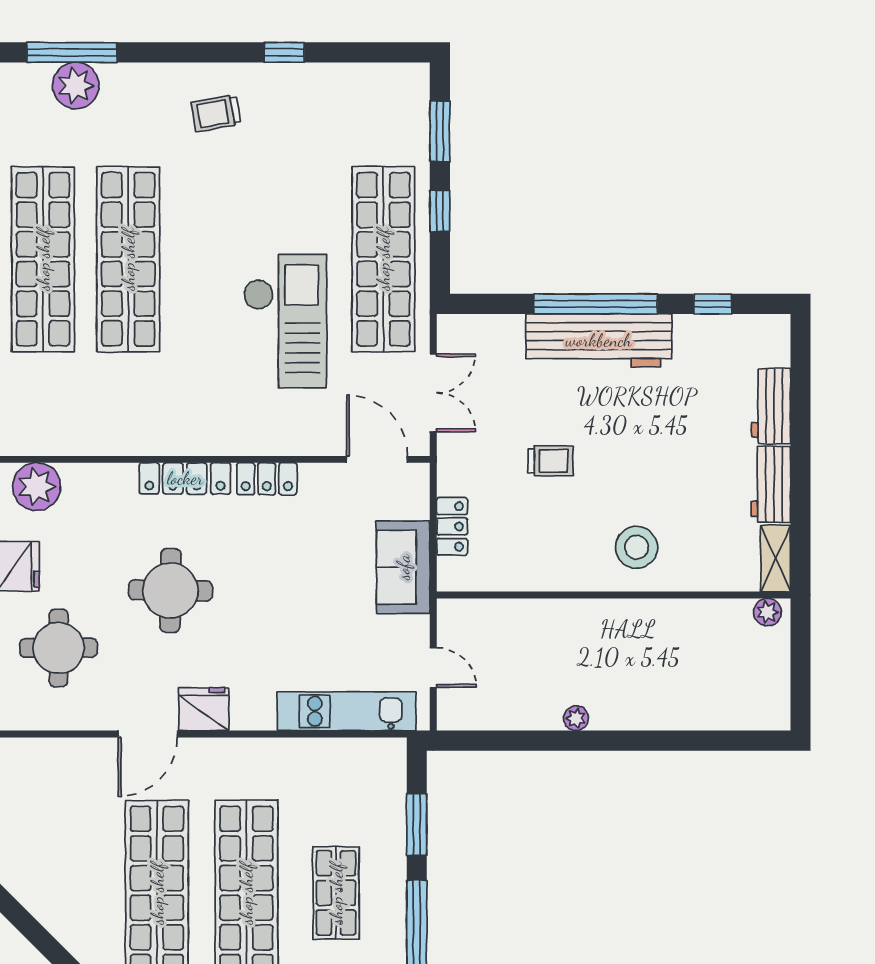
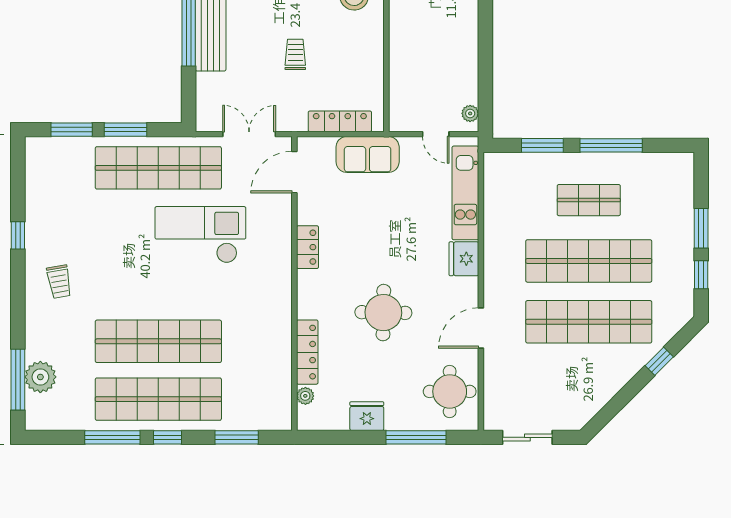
window: (440, 211) -> (126, 130), width x1.50
locker: (185, 478) -> (307, 352), moved
plant: (37, 487) -> (305, 396), width x0.53, depth x0.53
locker: (452, 526) -> (340, 121), width x1.53
round table: (59, 648) -> (450, 391), moved
door: (433, 668) -> (436, 134), swing flipped
fridge: (204, 709) -> (464, 259), moved
plant: (576, 718) -> (470, 113), moved
door: (148, 734) -> (481, 328), swing flipped

